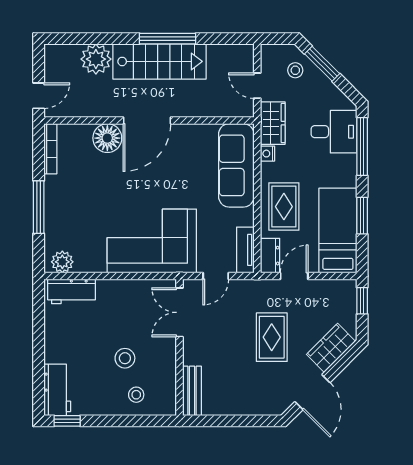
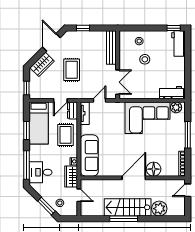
corner sofa: (152, 241) -> (147, 118), moved
bench: (192, 391) -> (111, 47), width x1.36
window: (249, 421) -> (83, 28), added

